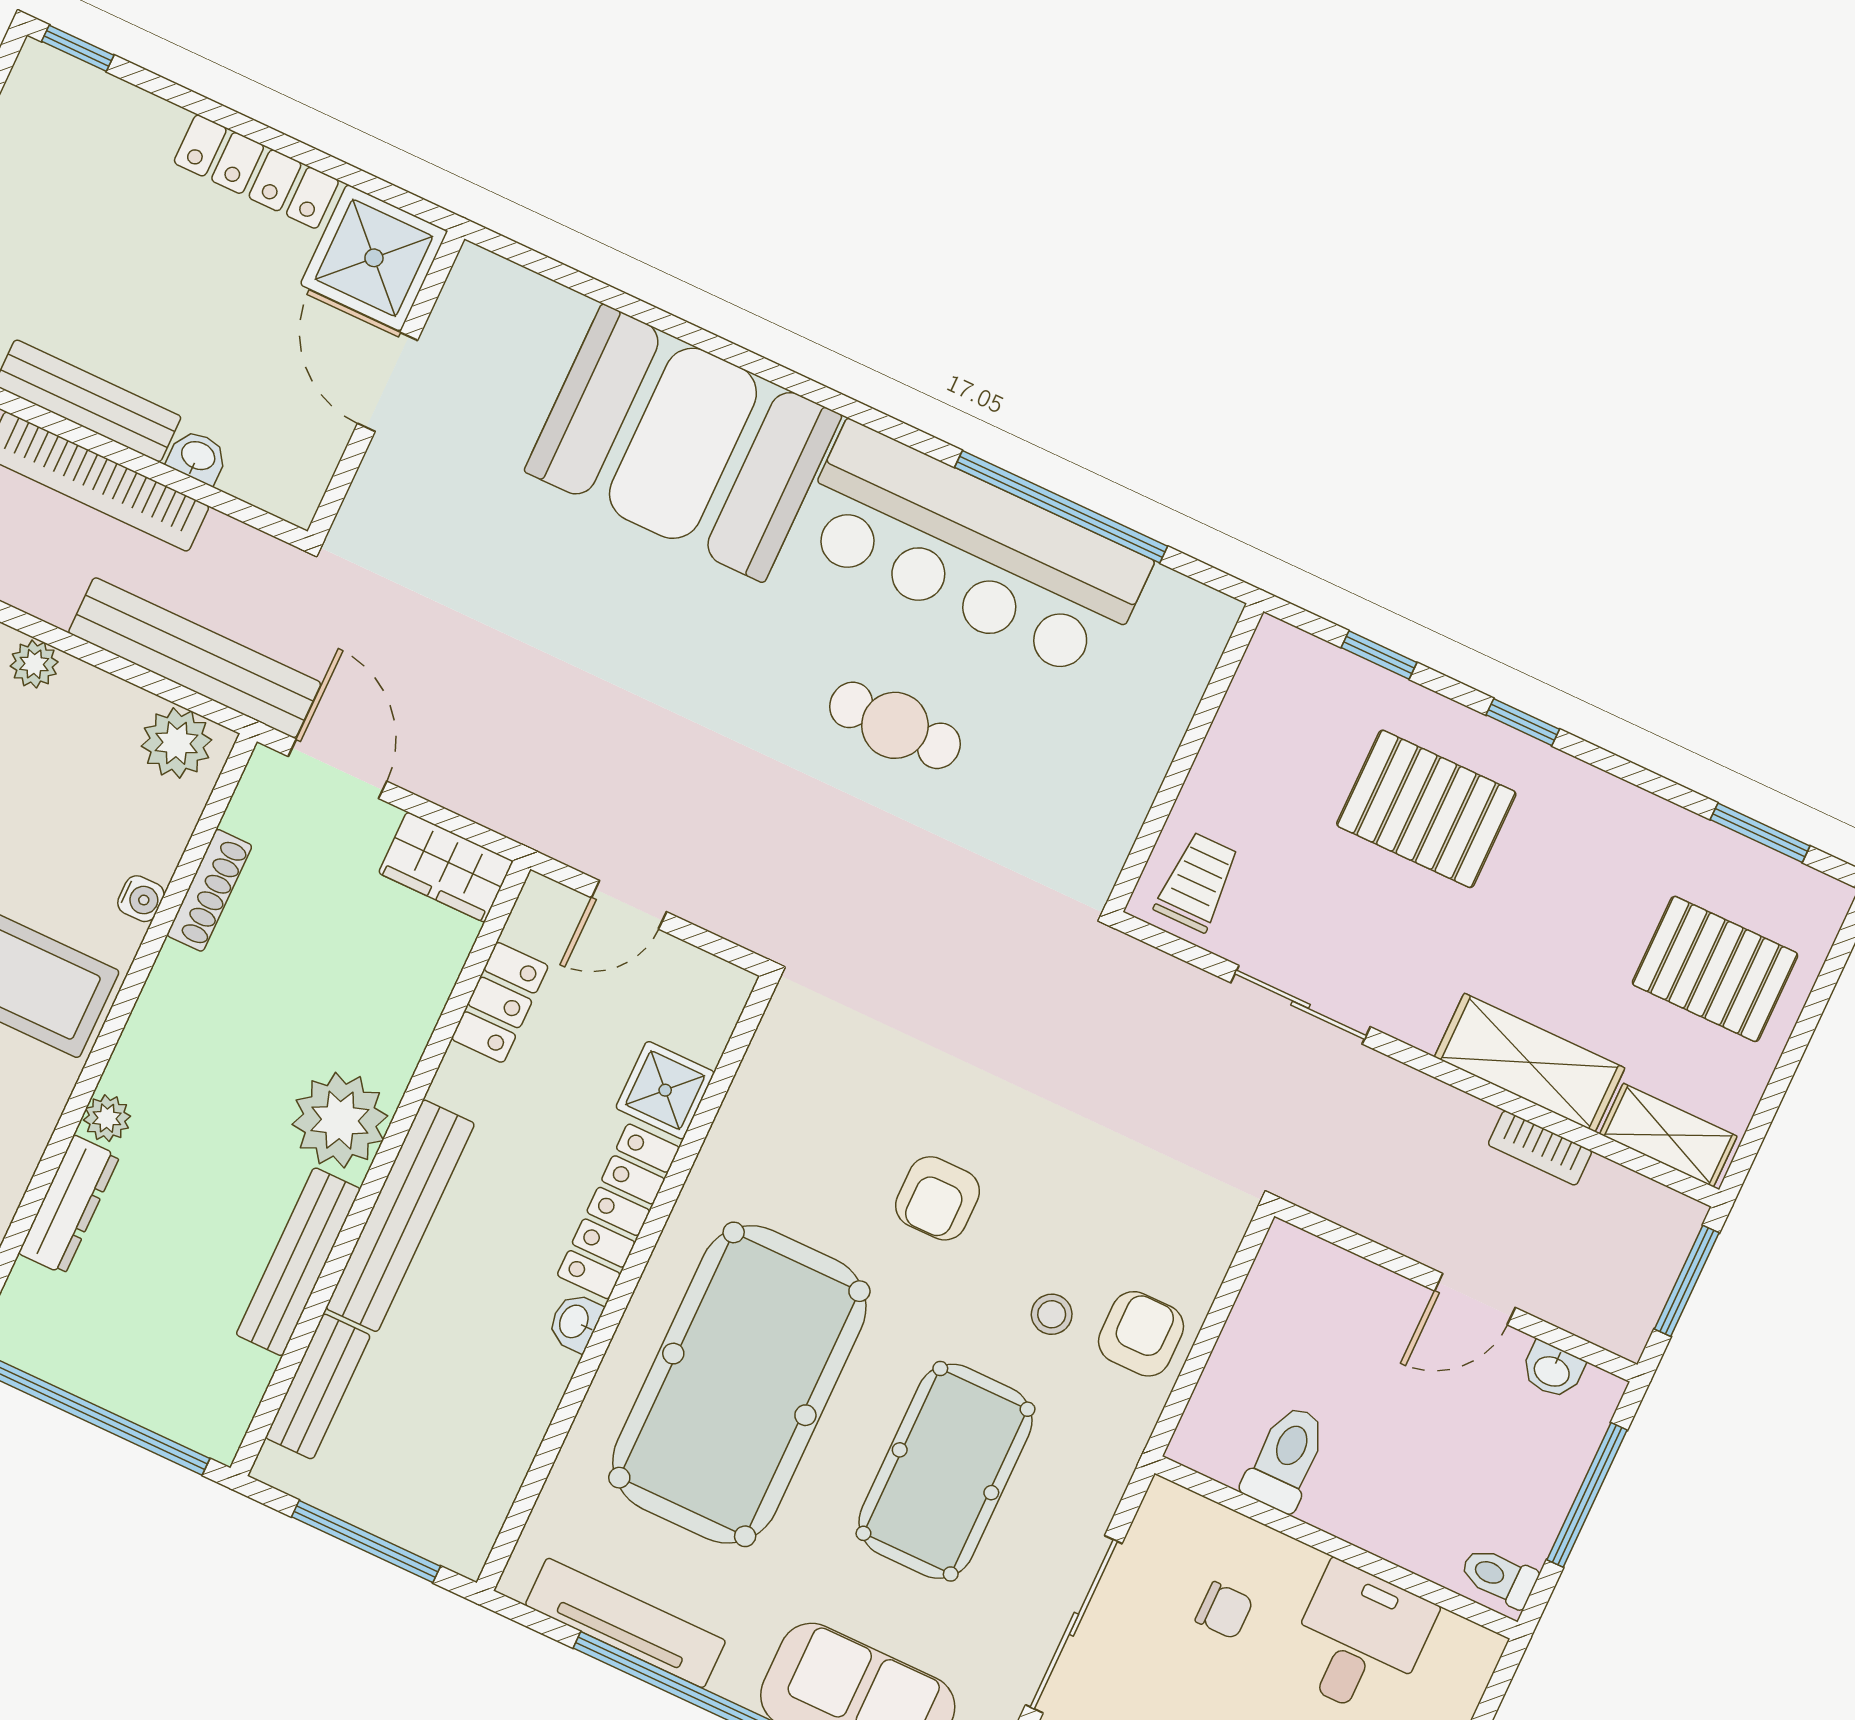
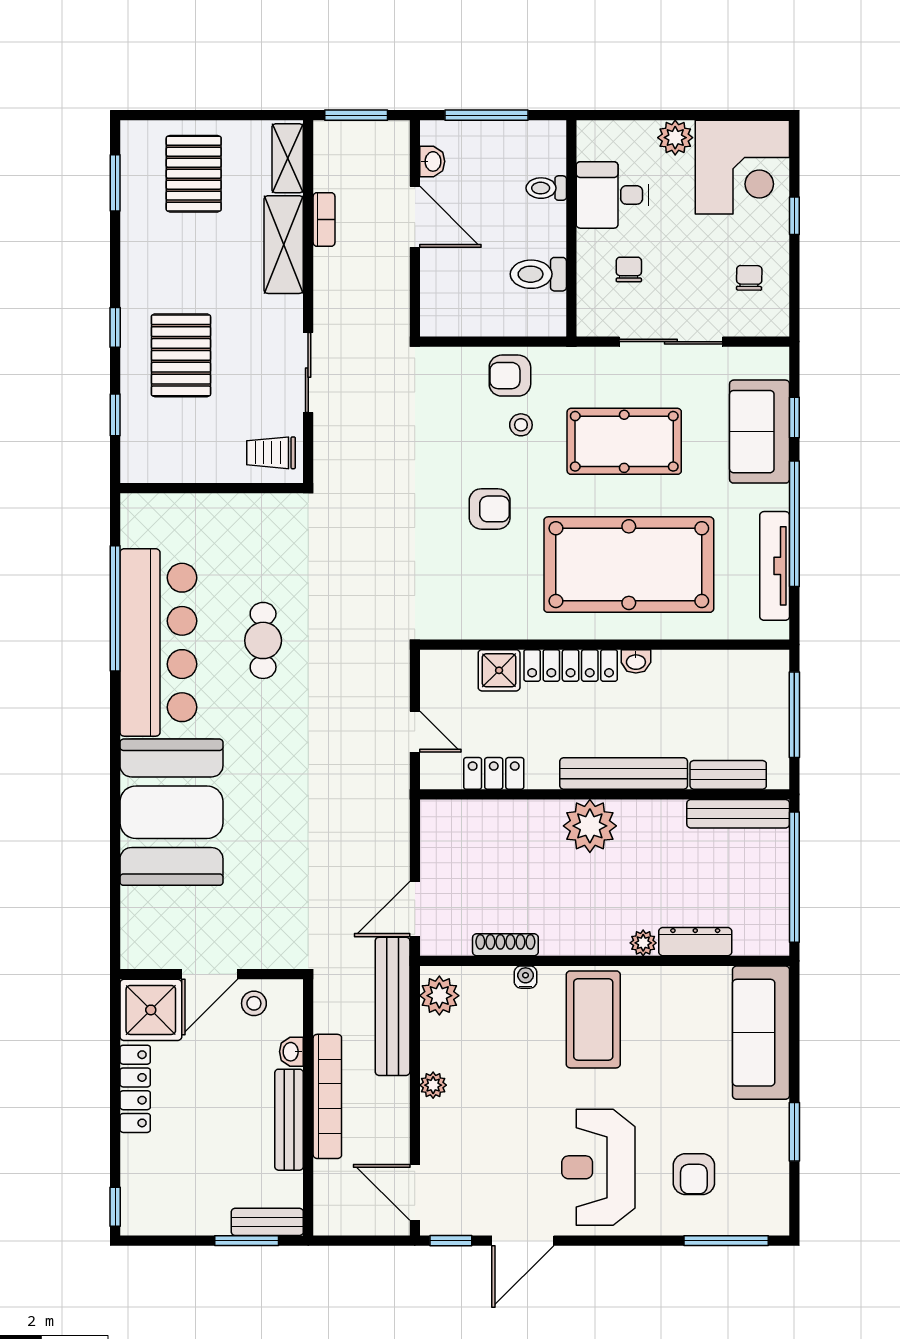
stool: (306, 432) -> (254, 1003), added
wardrobe: (446, 867) -> (439, 832), removed
bench: (298, 1262) -> (738, 814), moved
door: (1475, 1299) -> (415, 217), width x1.38
toilet: (1499, 1577) -> (546, 188), moved, turned 90

